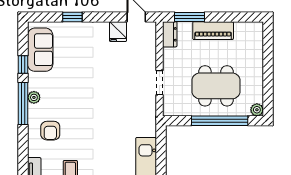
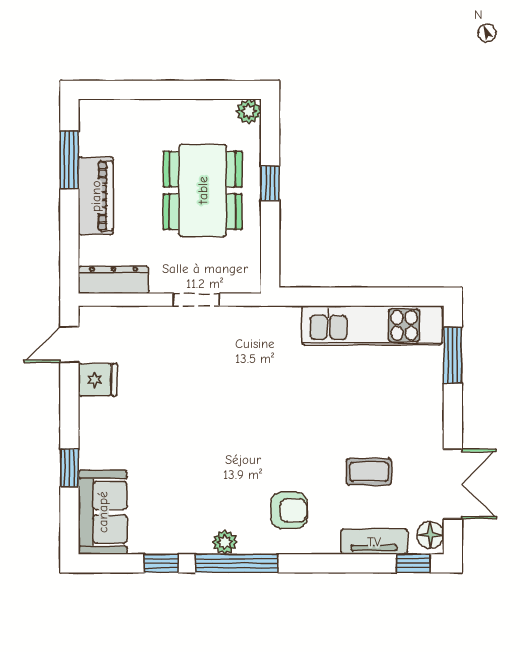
window: (190, 17) -> (69, 160), moved
dresser: (170, 34) -> (114, 280), width x1.44
sofa: (40, 50) -> (103, 512), moved, turned 90
window: (220, 121) -> (270, 183), width x0.32

